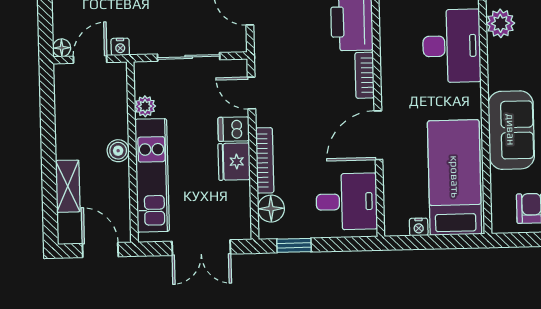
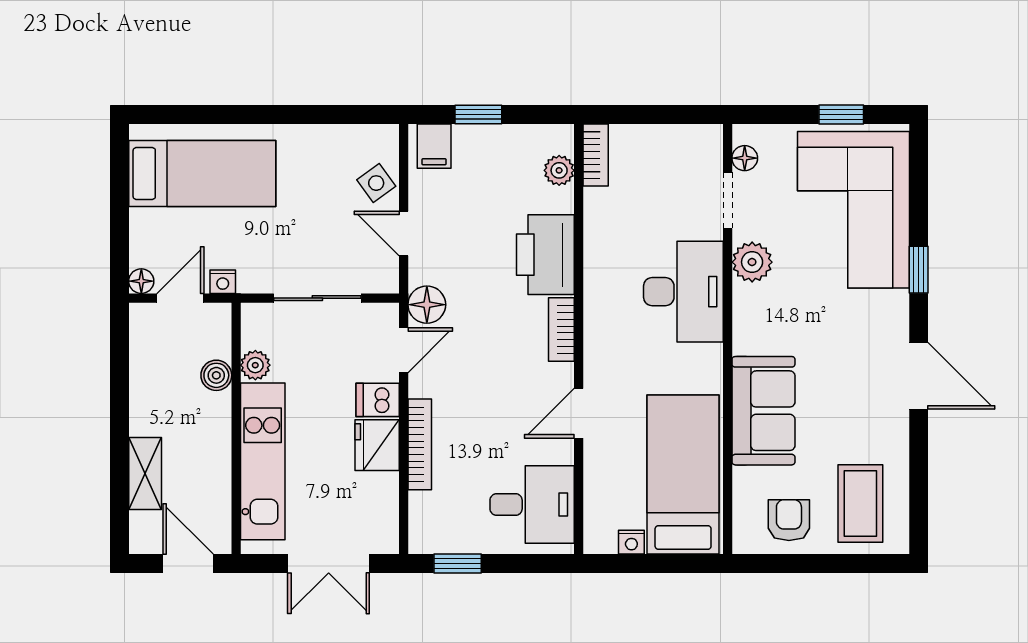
door: (251, 93) -> (404, 350), swing flipped
door: (378, 135) -> (579, 413), width x0.73
boiler: (118, 151) -> (216, 375), moved
floor lamp: (271, 209) -> (427, 305), moved

